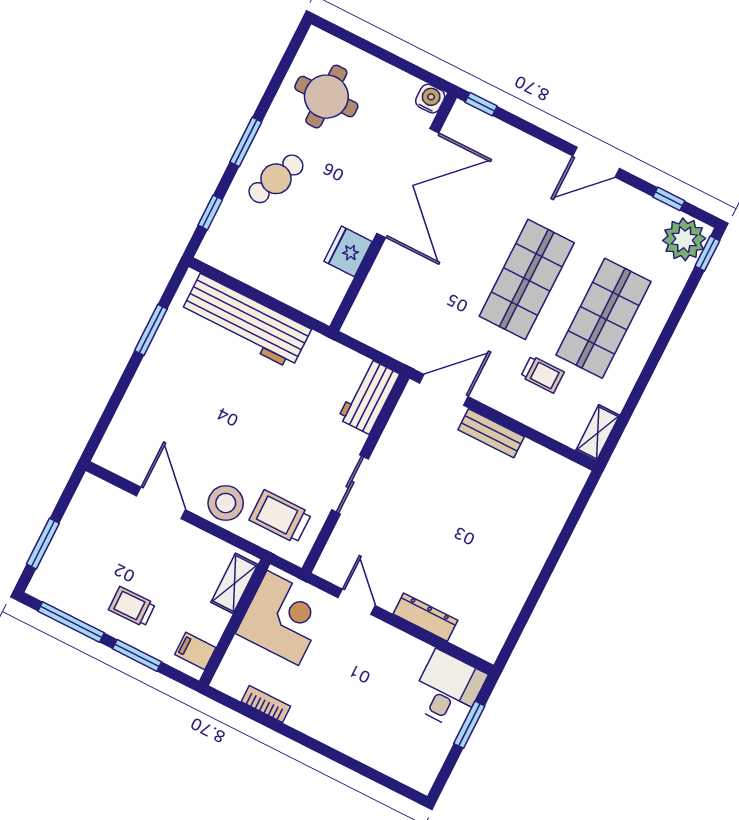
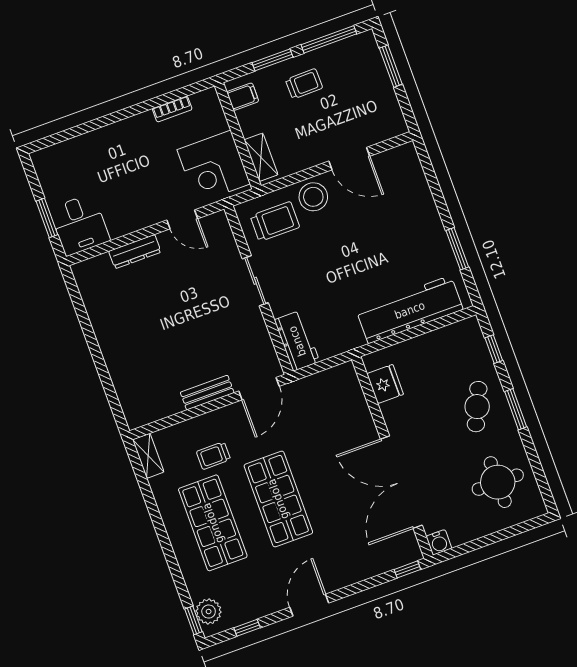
plant: (684, 239) -> (209, 612), width x0.73, depth x0.73
fridge: (348, 251) -> (385, 384), moved

